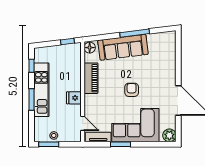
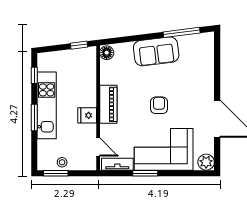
window: (135, 33) -> (182, 32), moved
sofa: (123, 47) -> (156, 51), width x0.73
piano: (91, 78) -> (108, 104), moved

